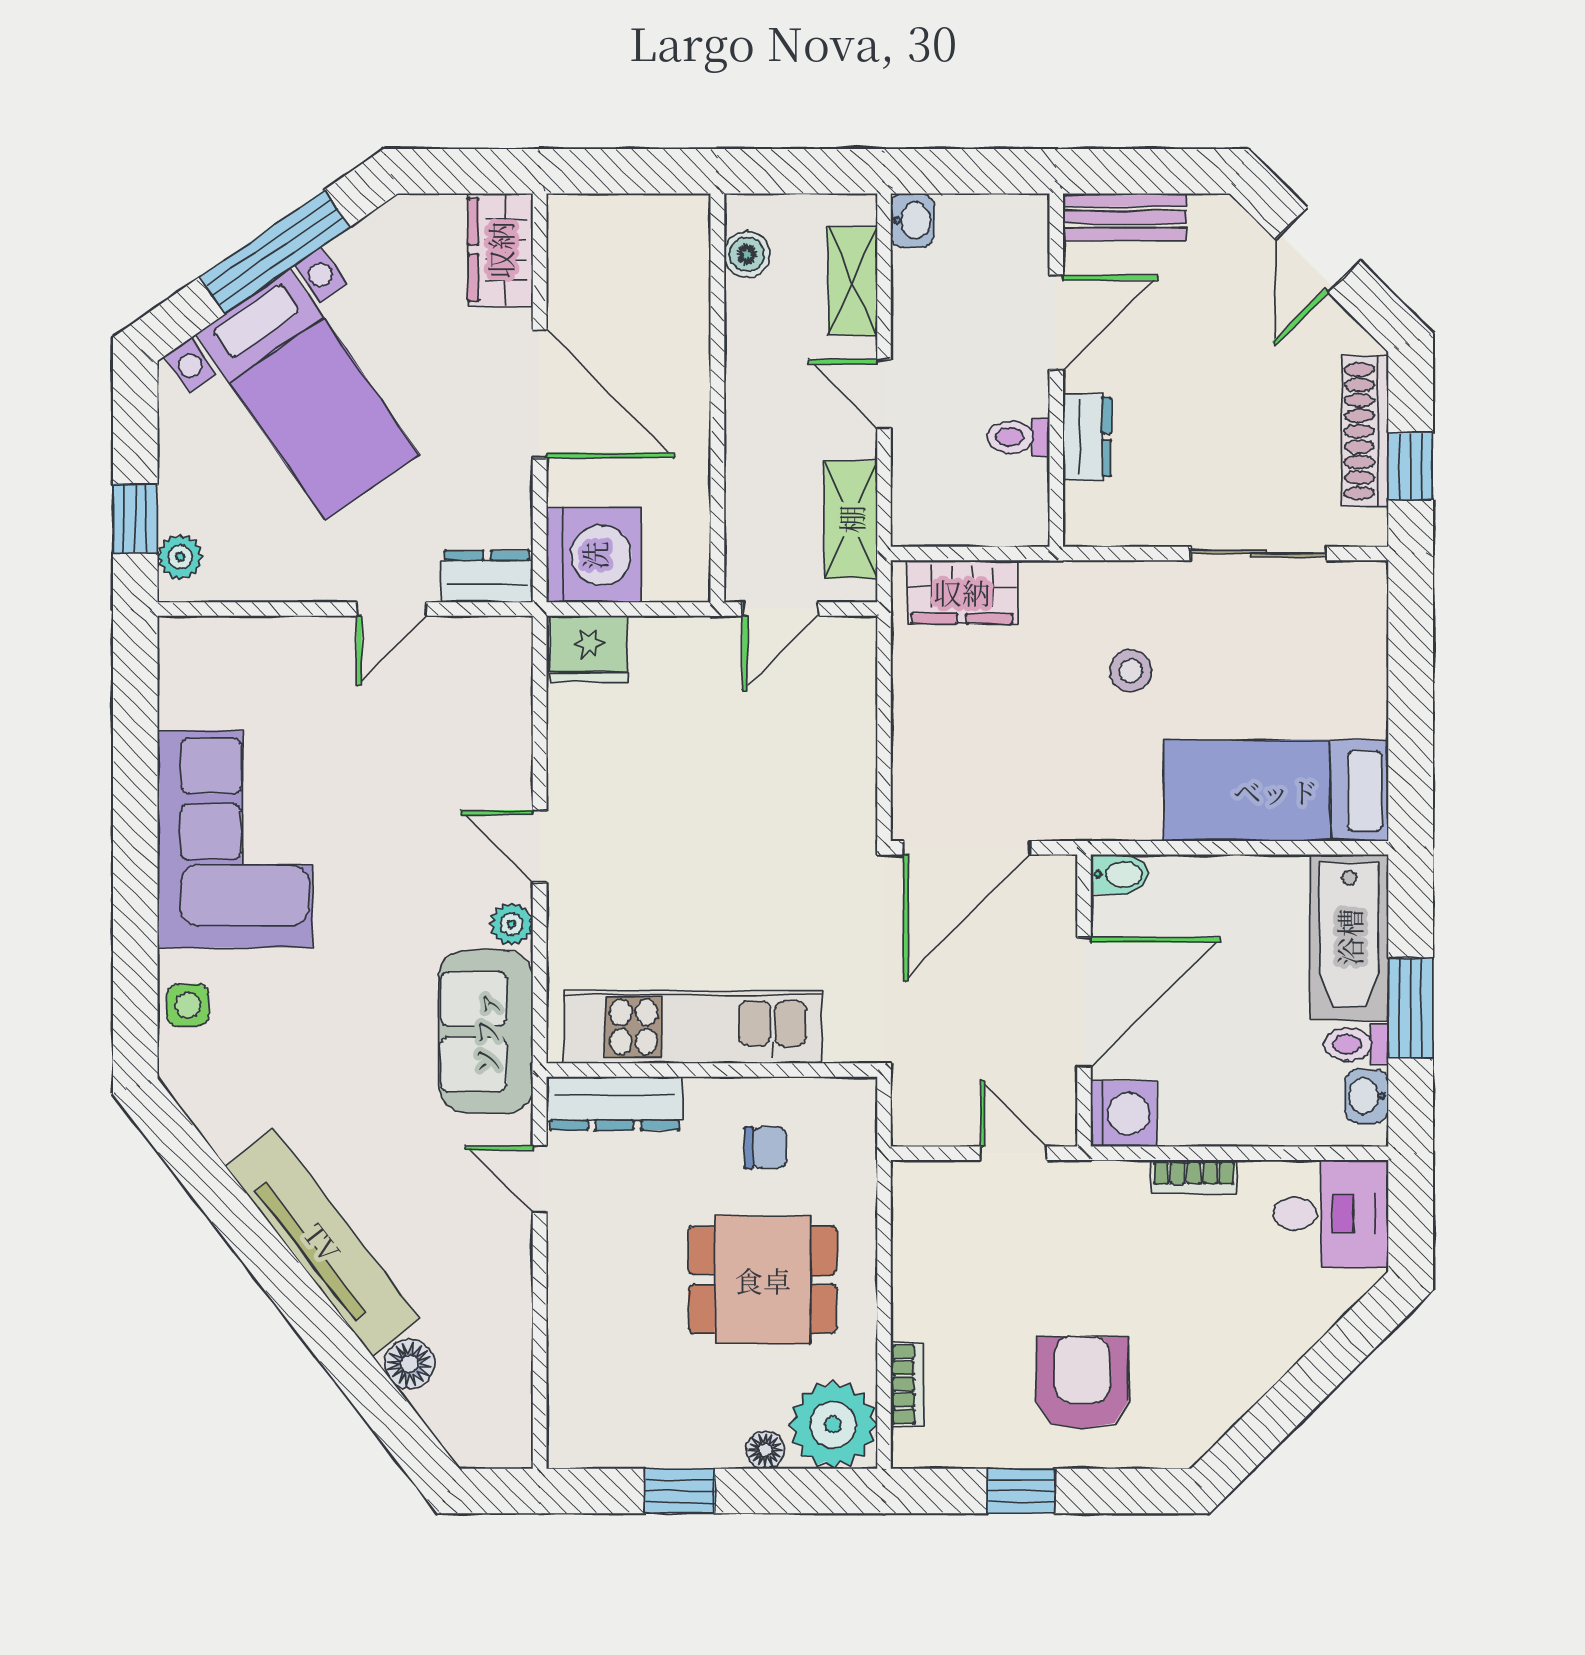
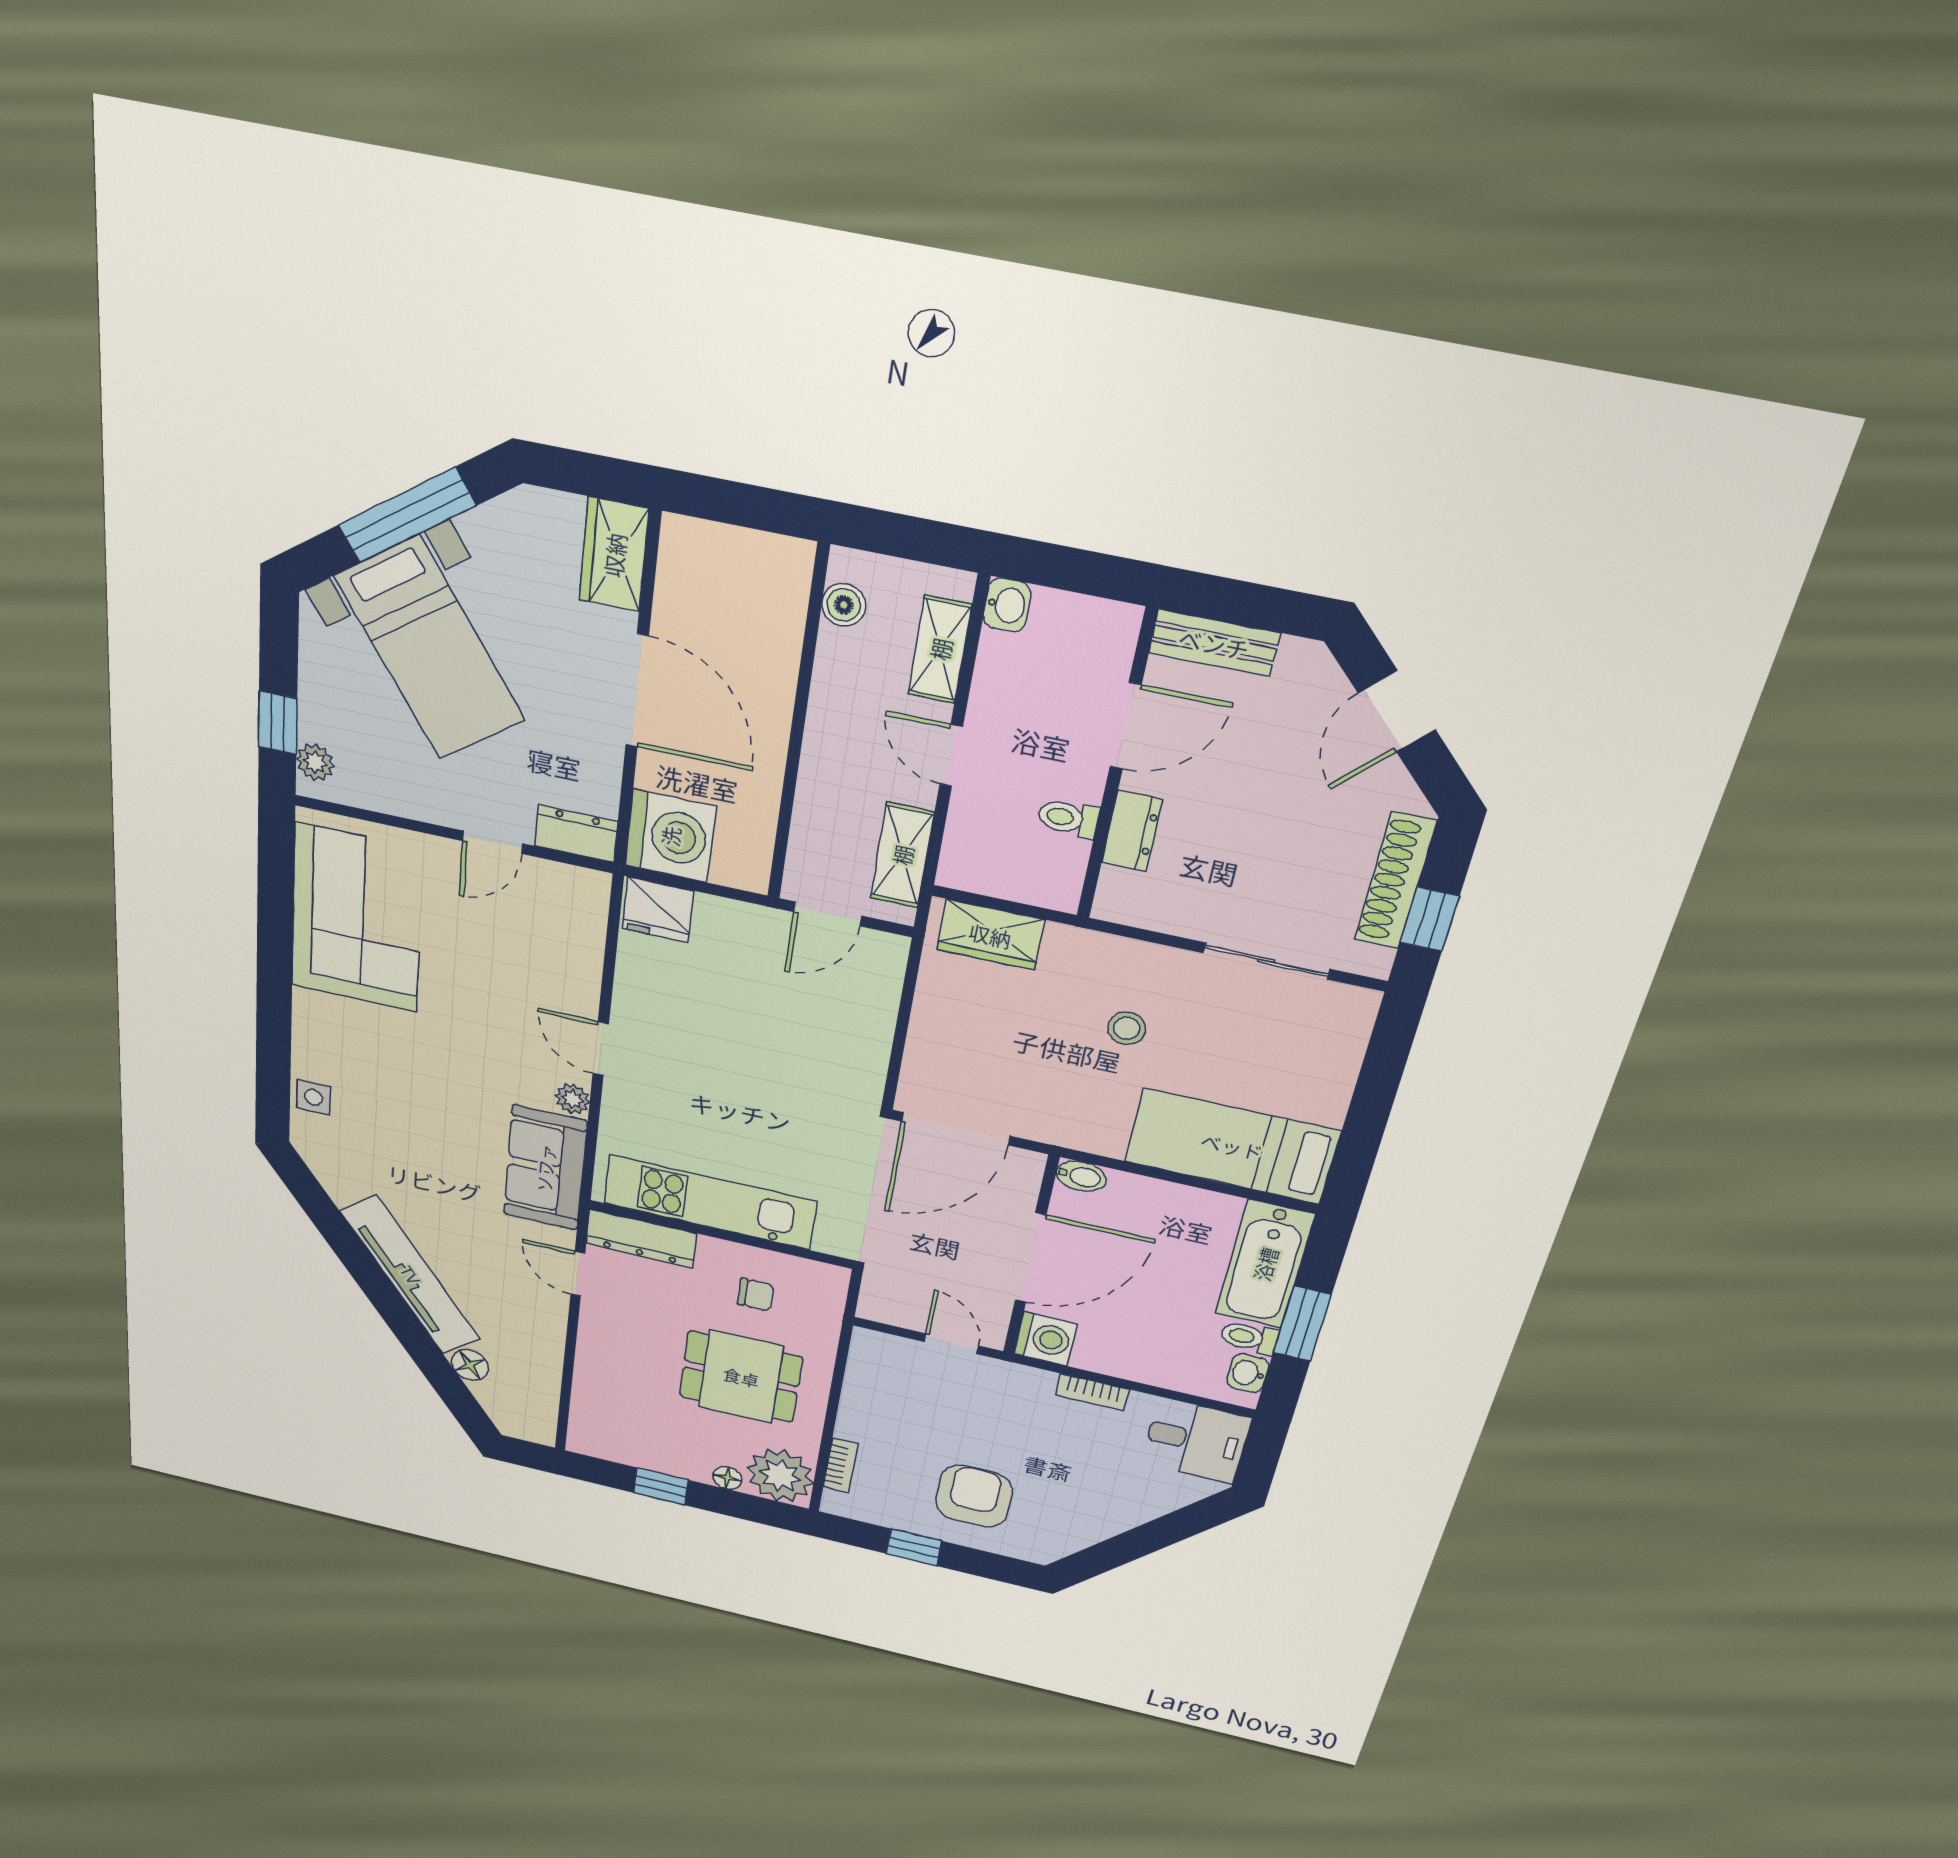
corner sofa: (235, 839) -> (357, 918), moved

